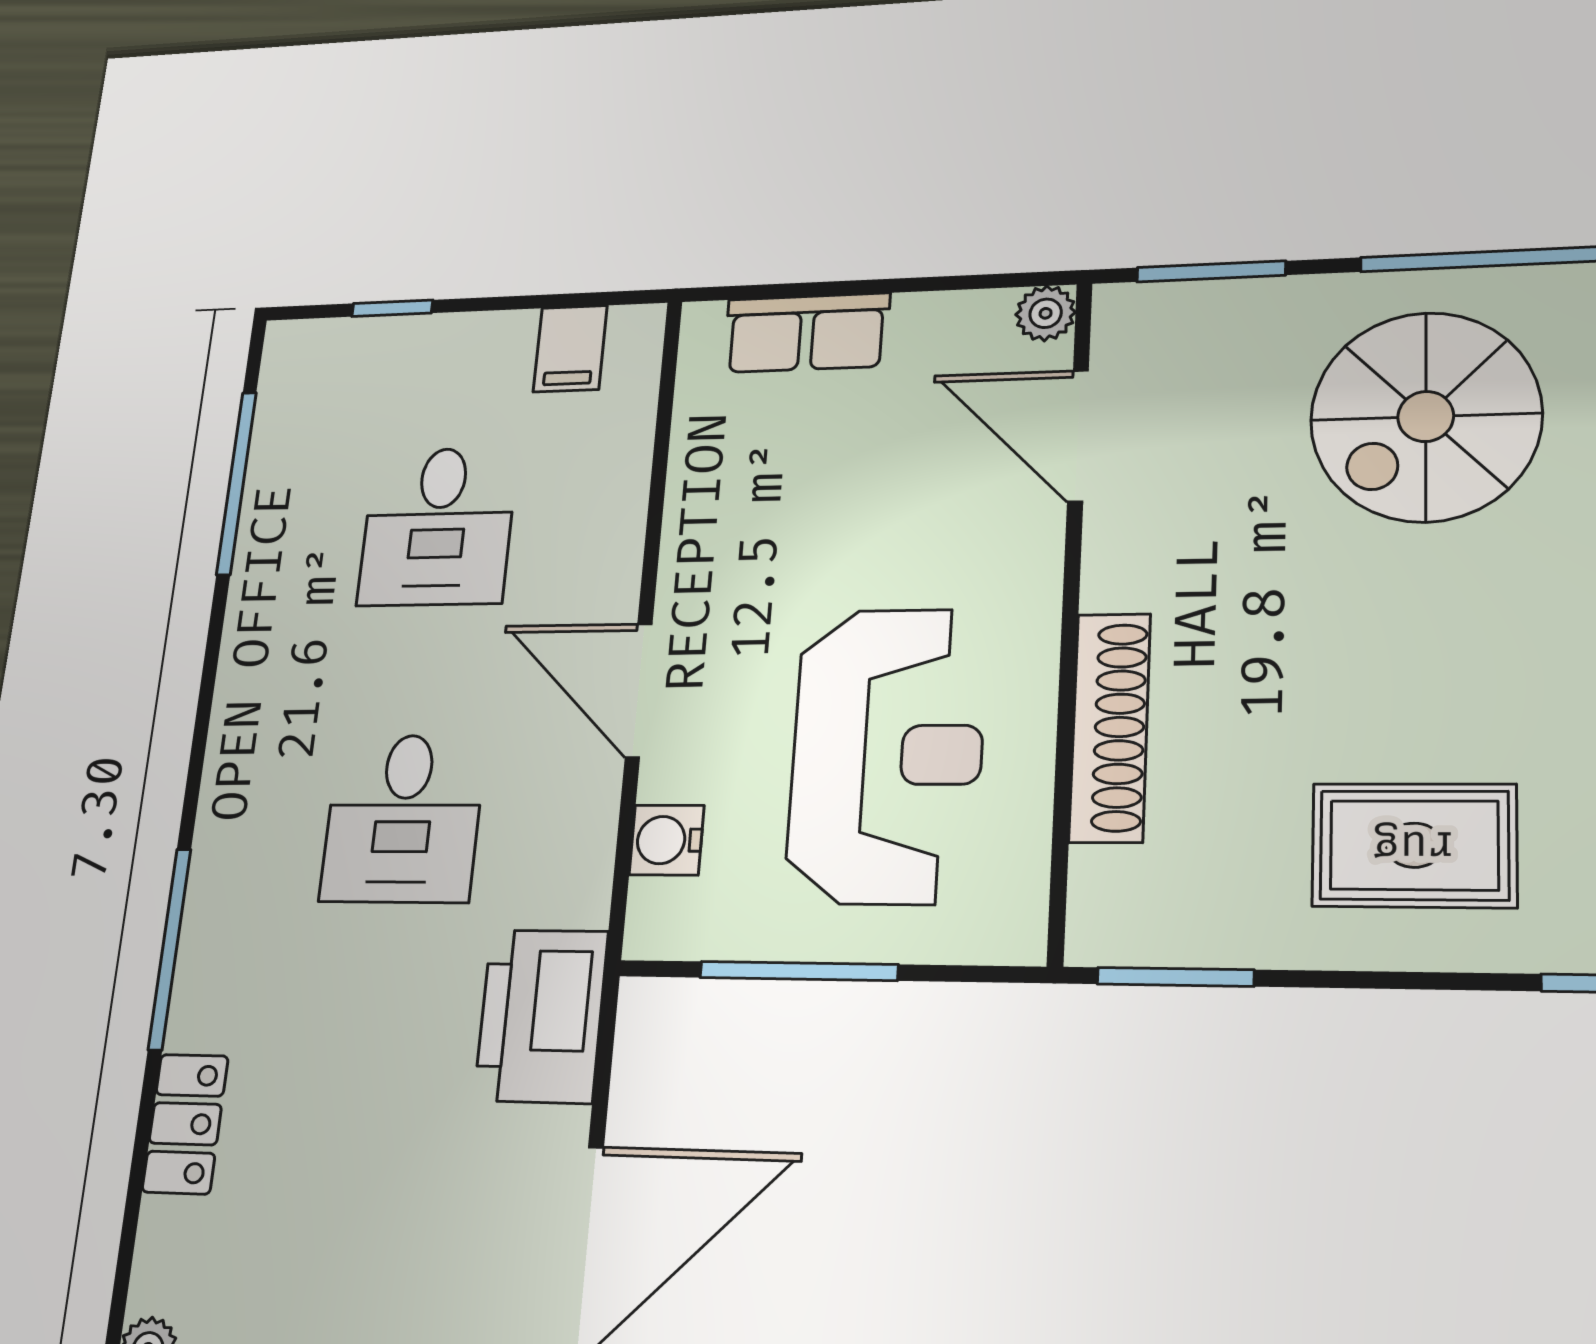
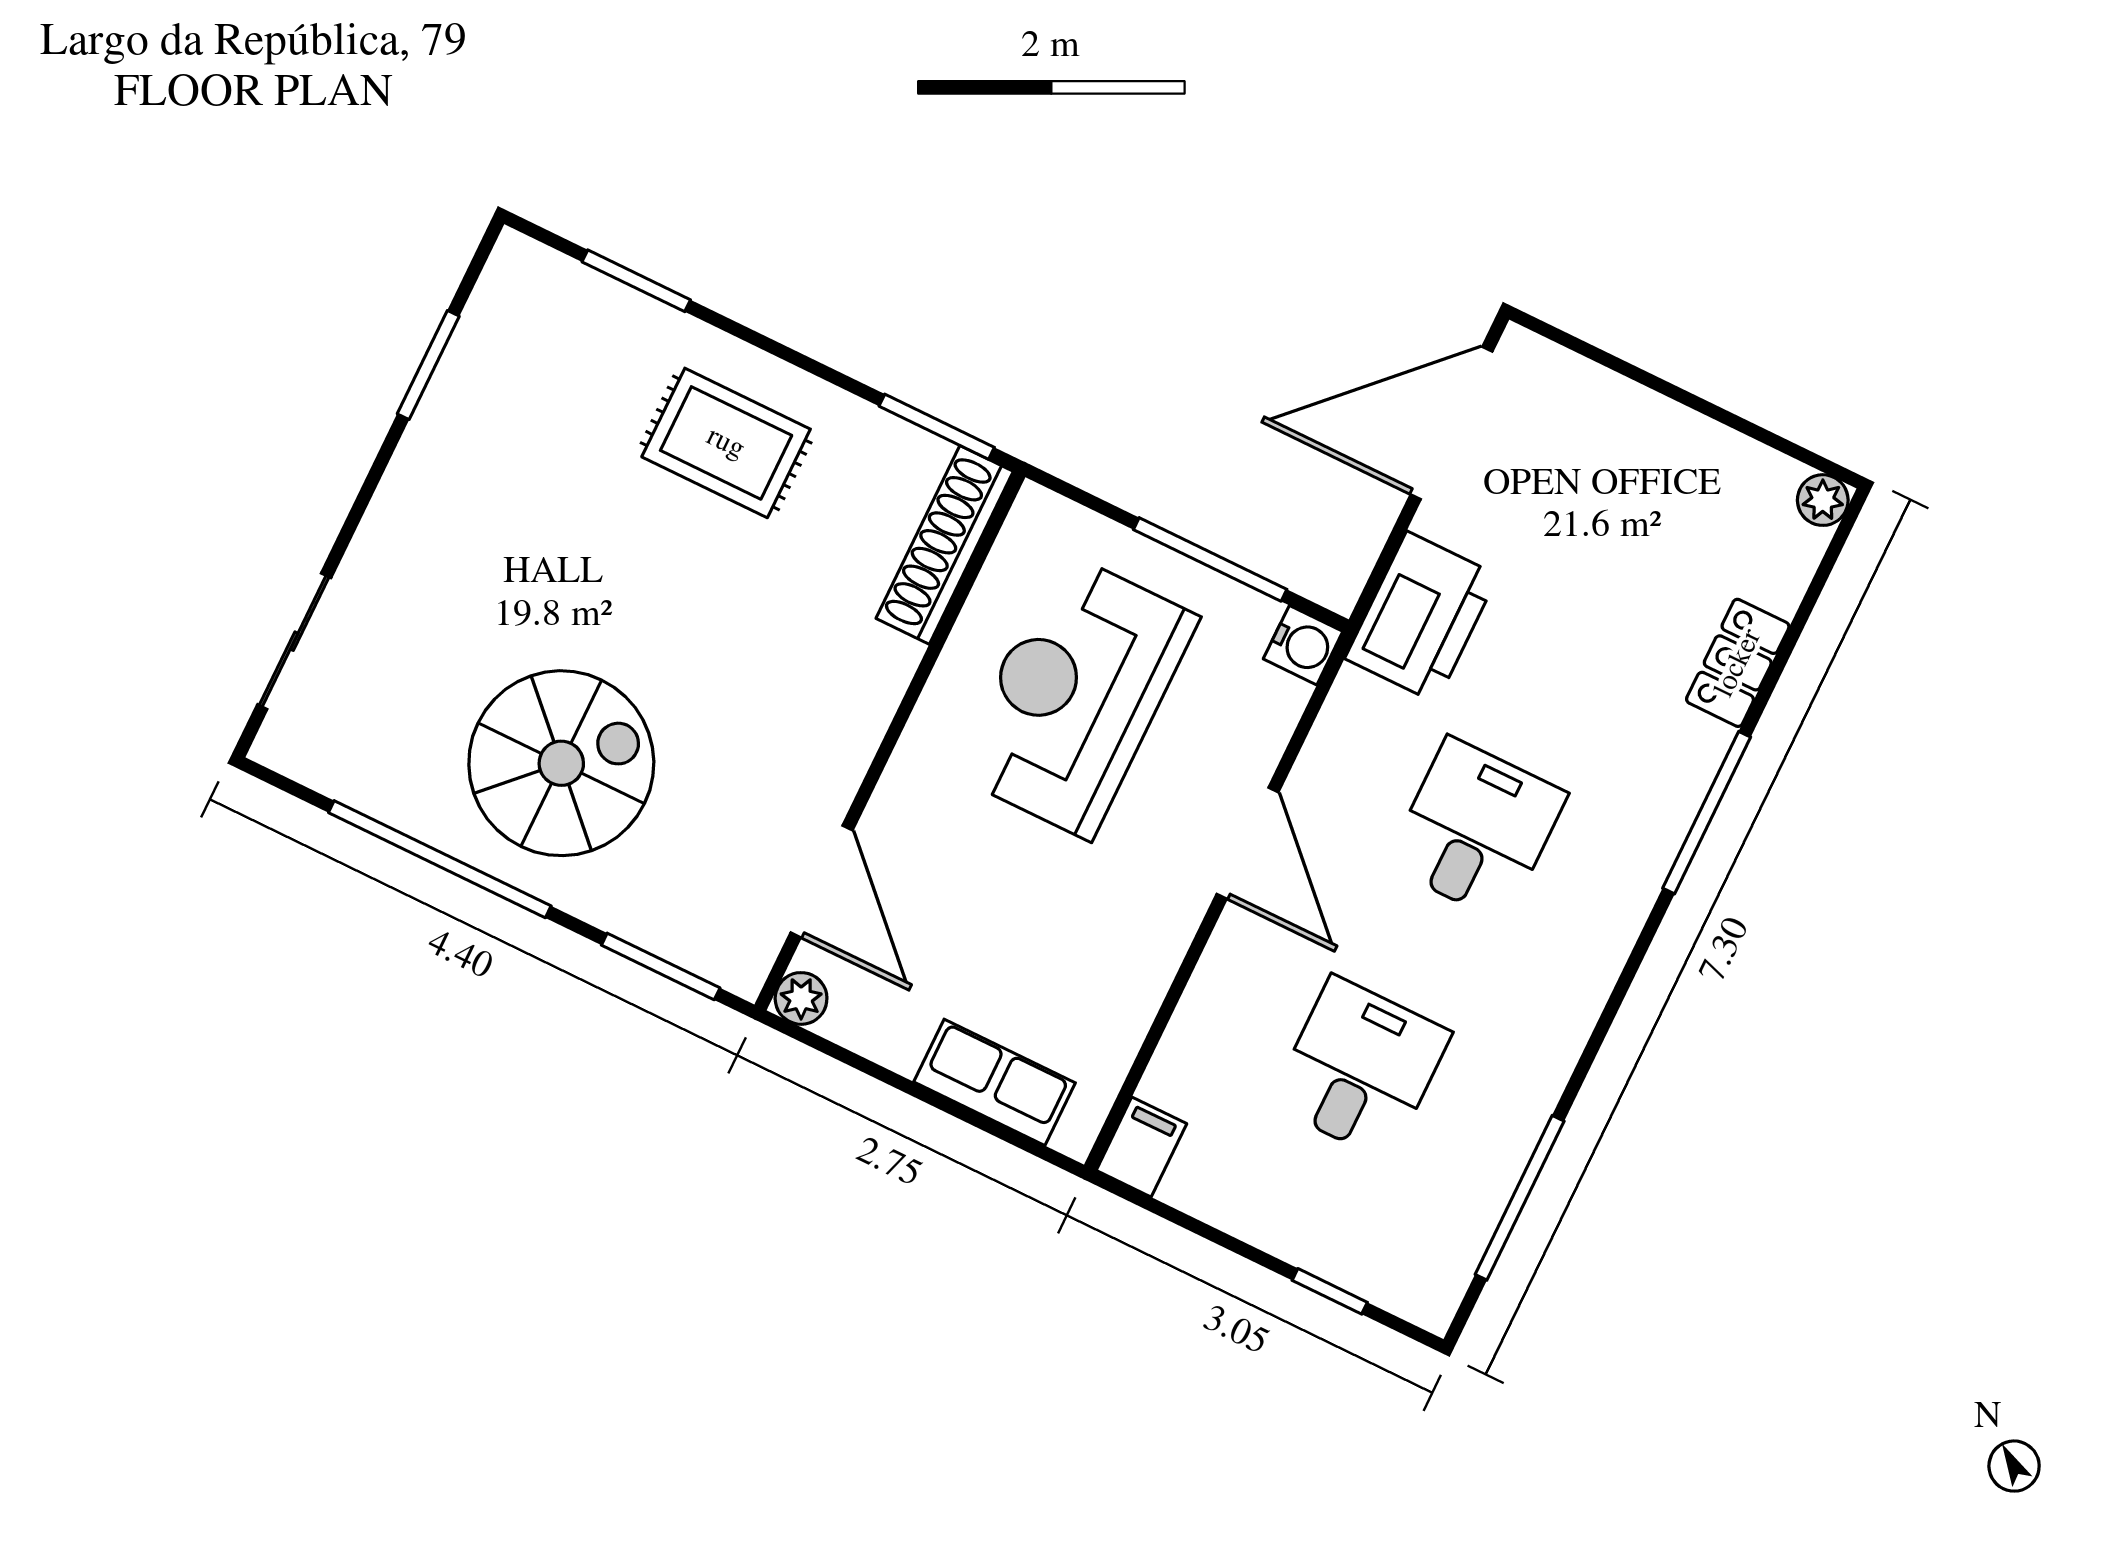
filing cabinet: (570, 349) -> (1141, 1147), moved
shoe rack: (1110, 727) -> (945, 545), moved
water cooler: (667, 840) -> (1303, 645), moved

